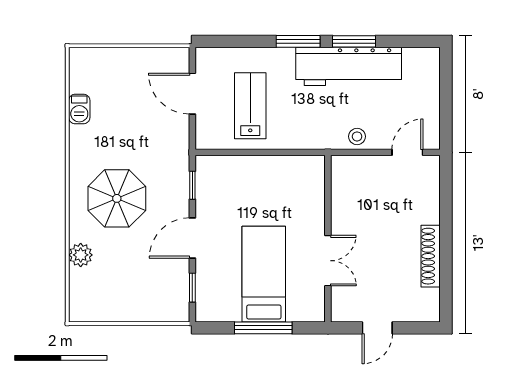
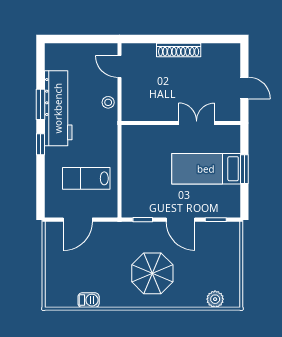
window: (298, 41) -> (41, 144), width x0.67
plant: (81, 255) -> (215, 299), moved
shoe rack: (431, 256) -> (179, 50), moved
window: (263, 328) -> (244, 169), width x0.69

